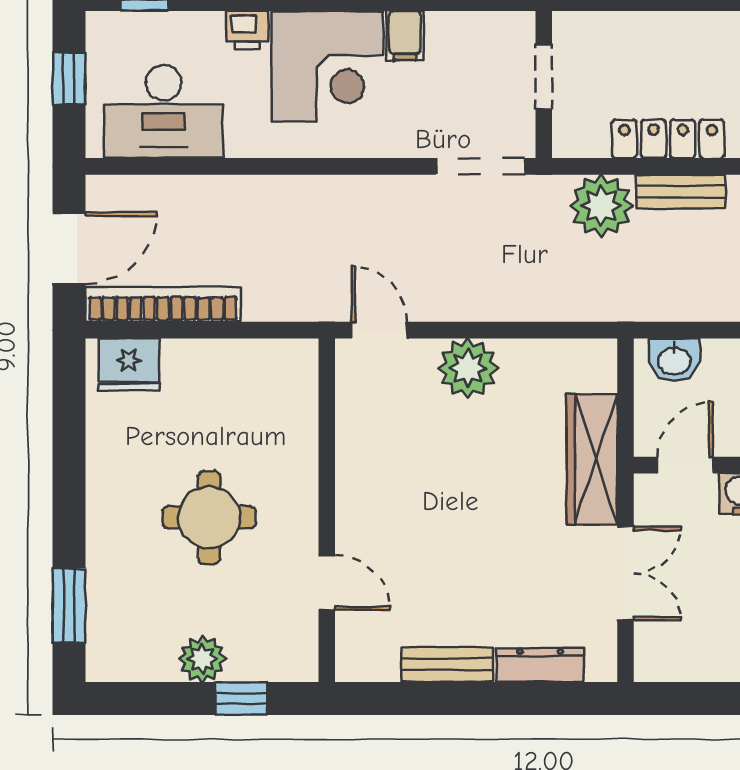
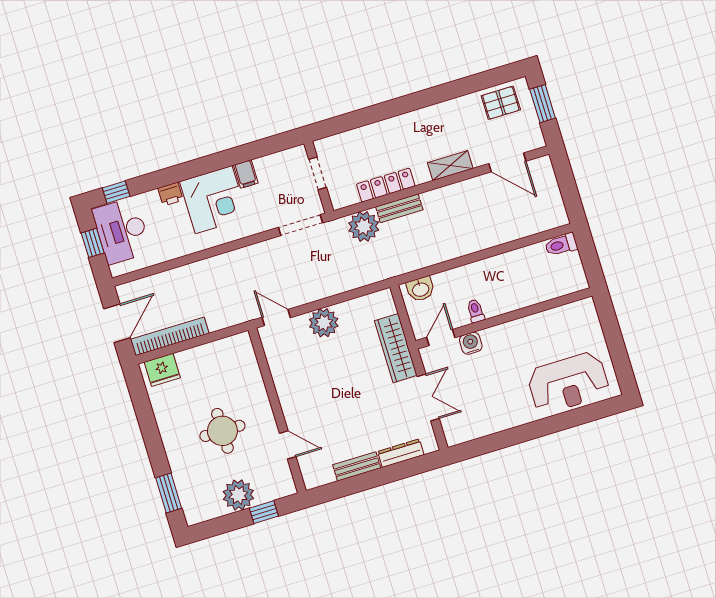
desk: (164, 112) -> (122, 231), moved, turned 90
plant: (202, 659) -> (238, 495), width x1.36, depth x1.36

